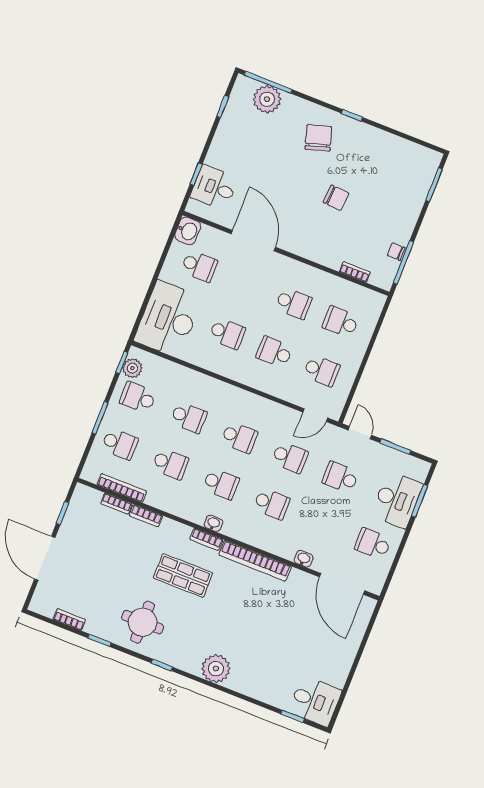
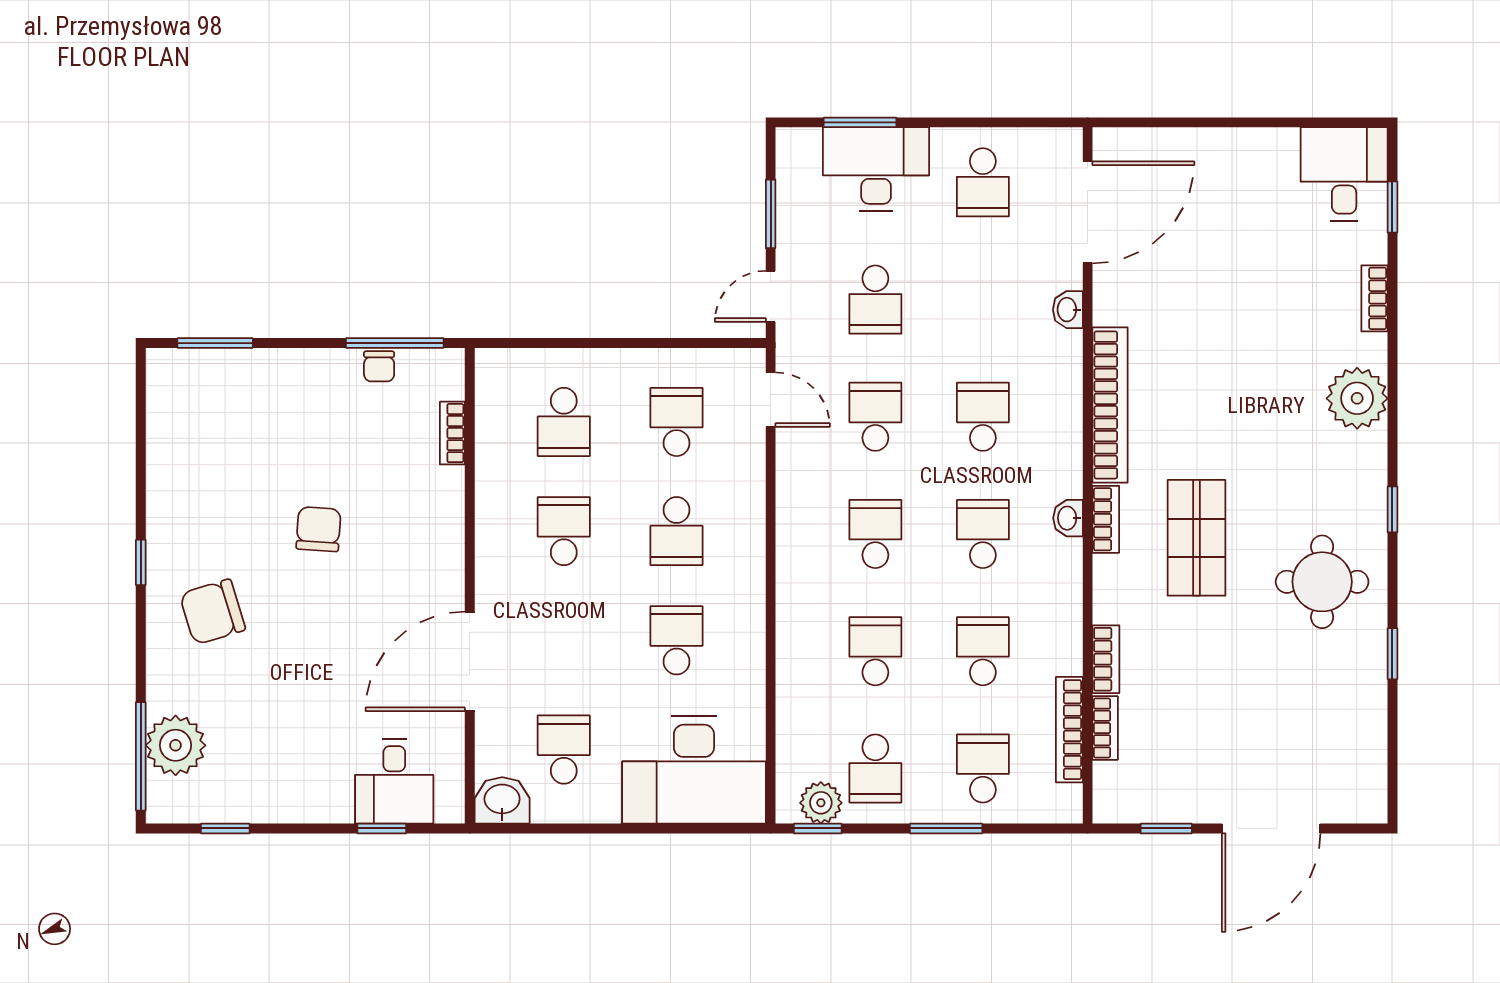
bookcase: (69, 619) -> (1374, 298), moved

